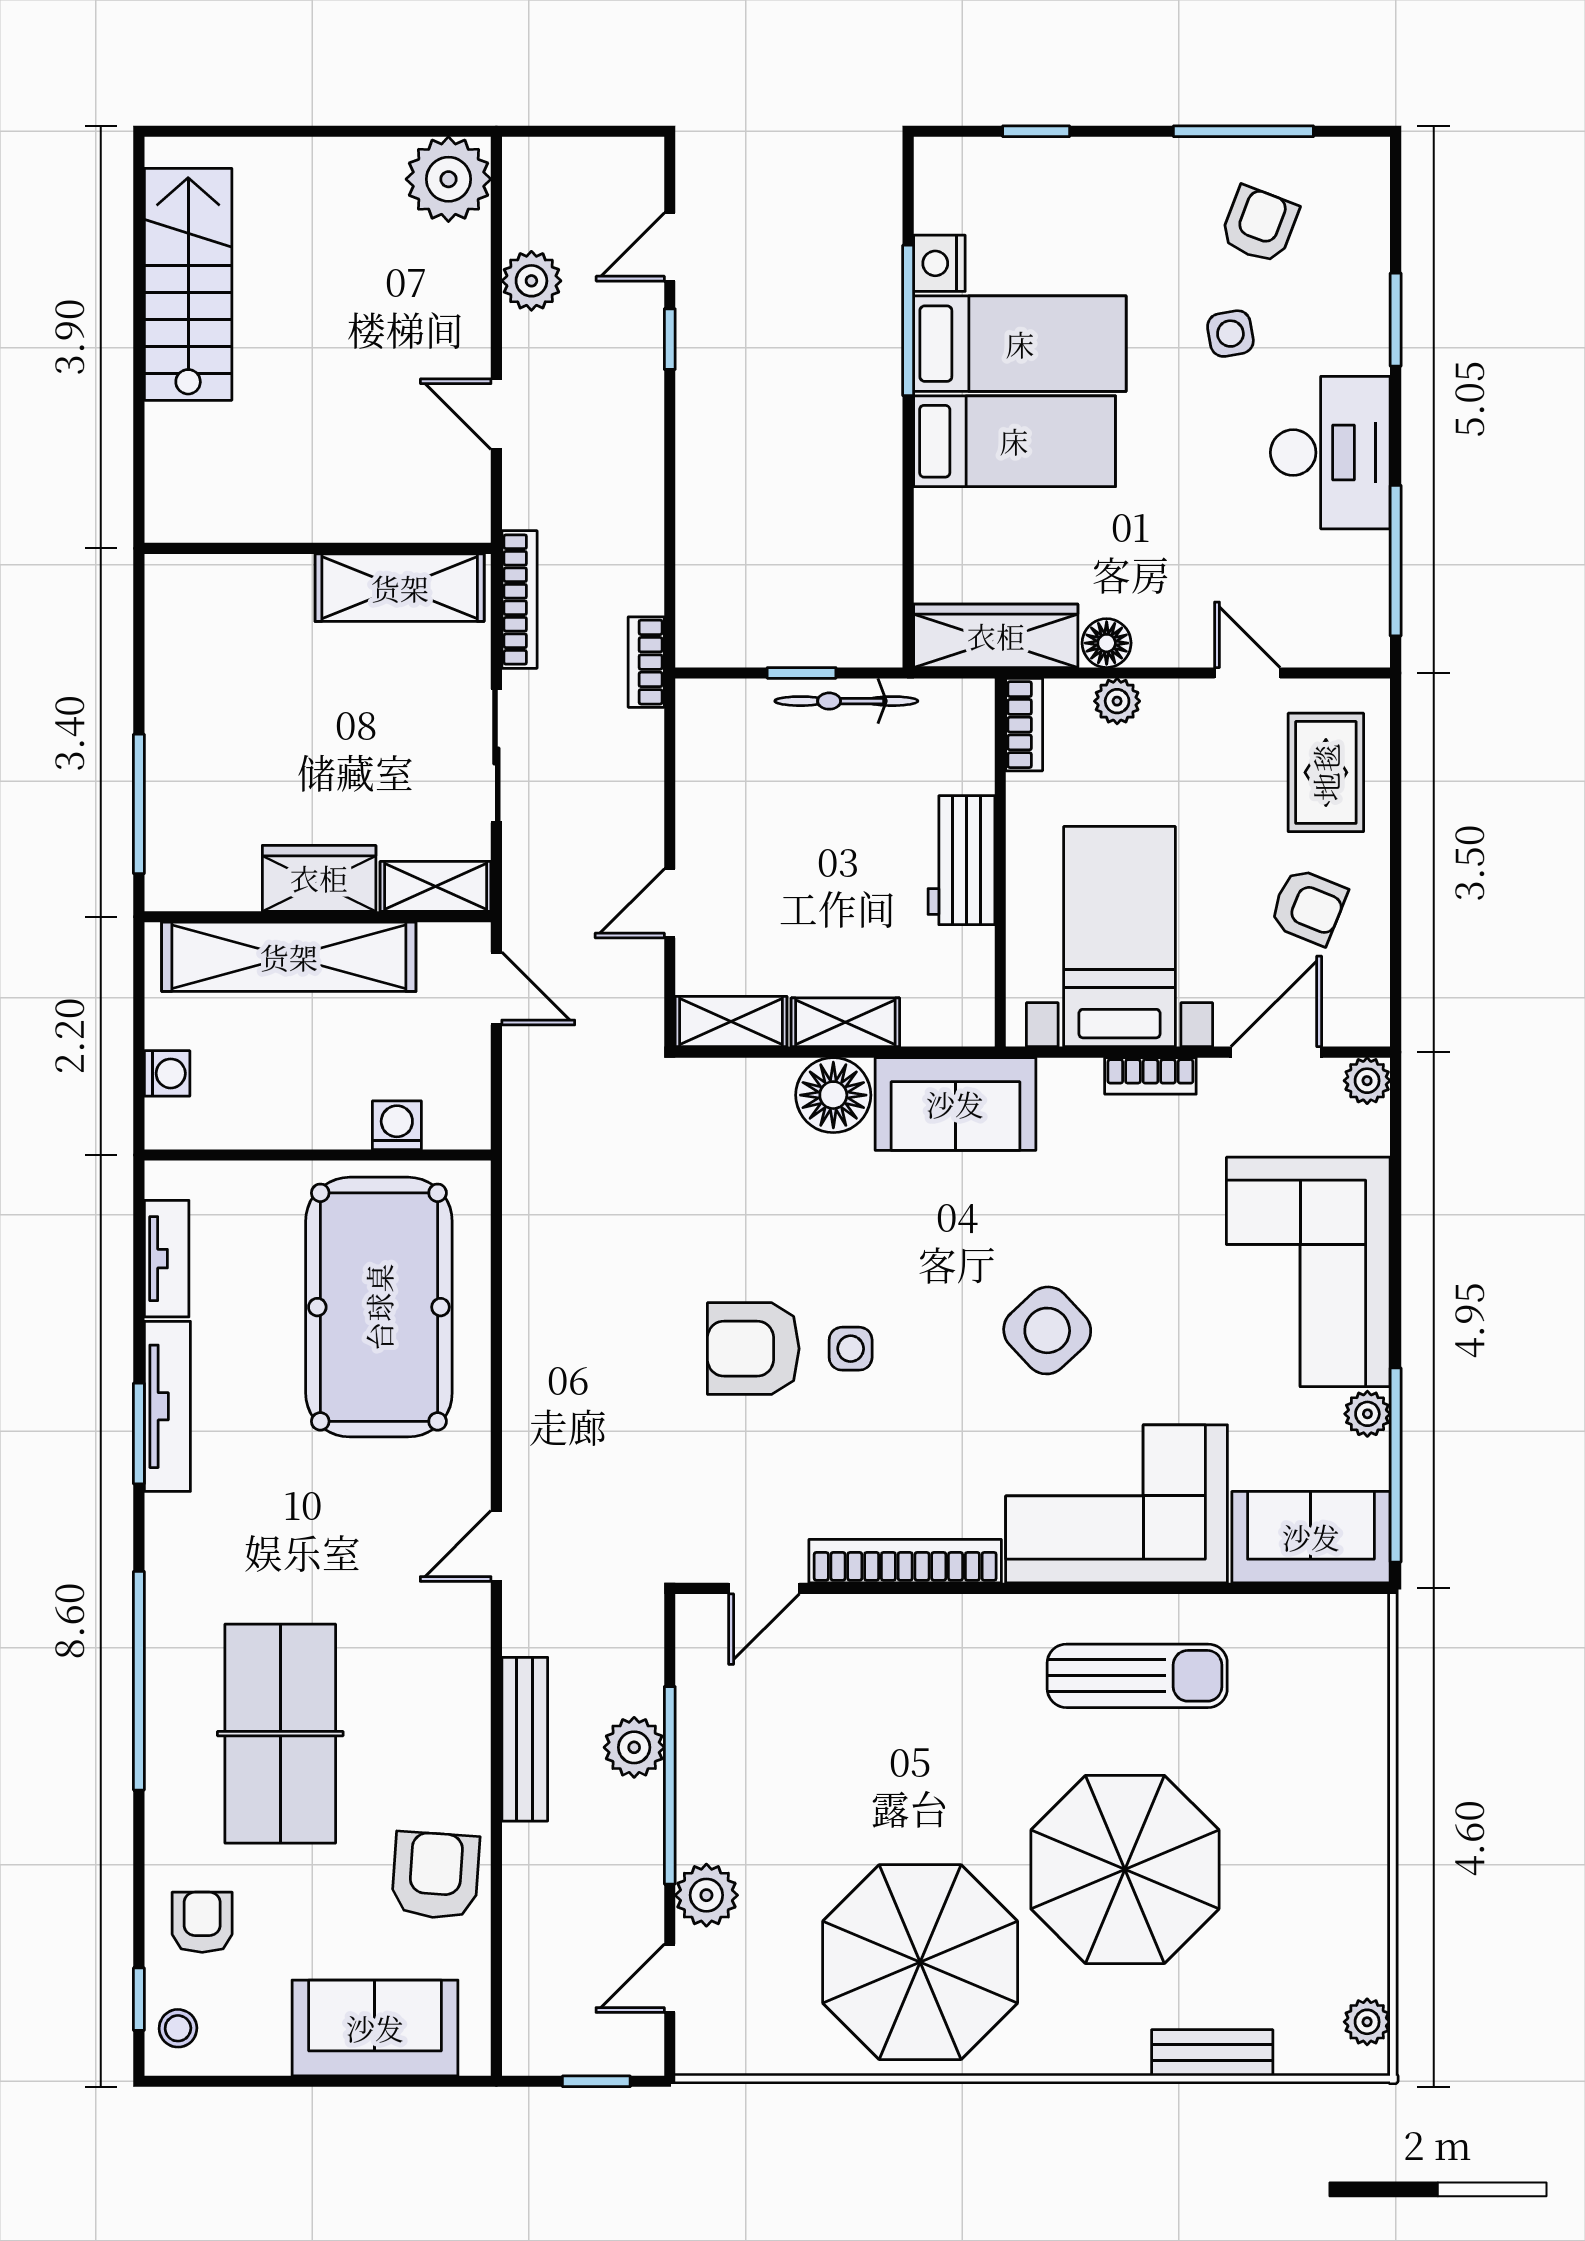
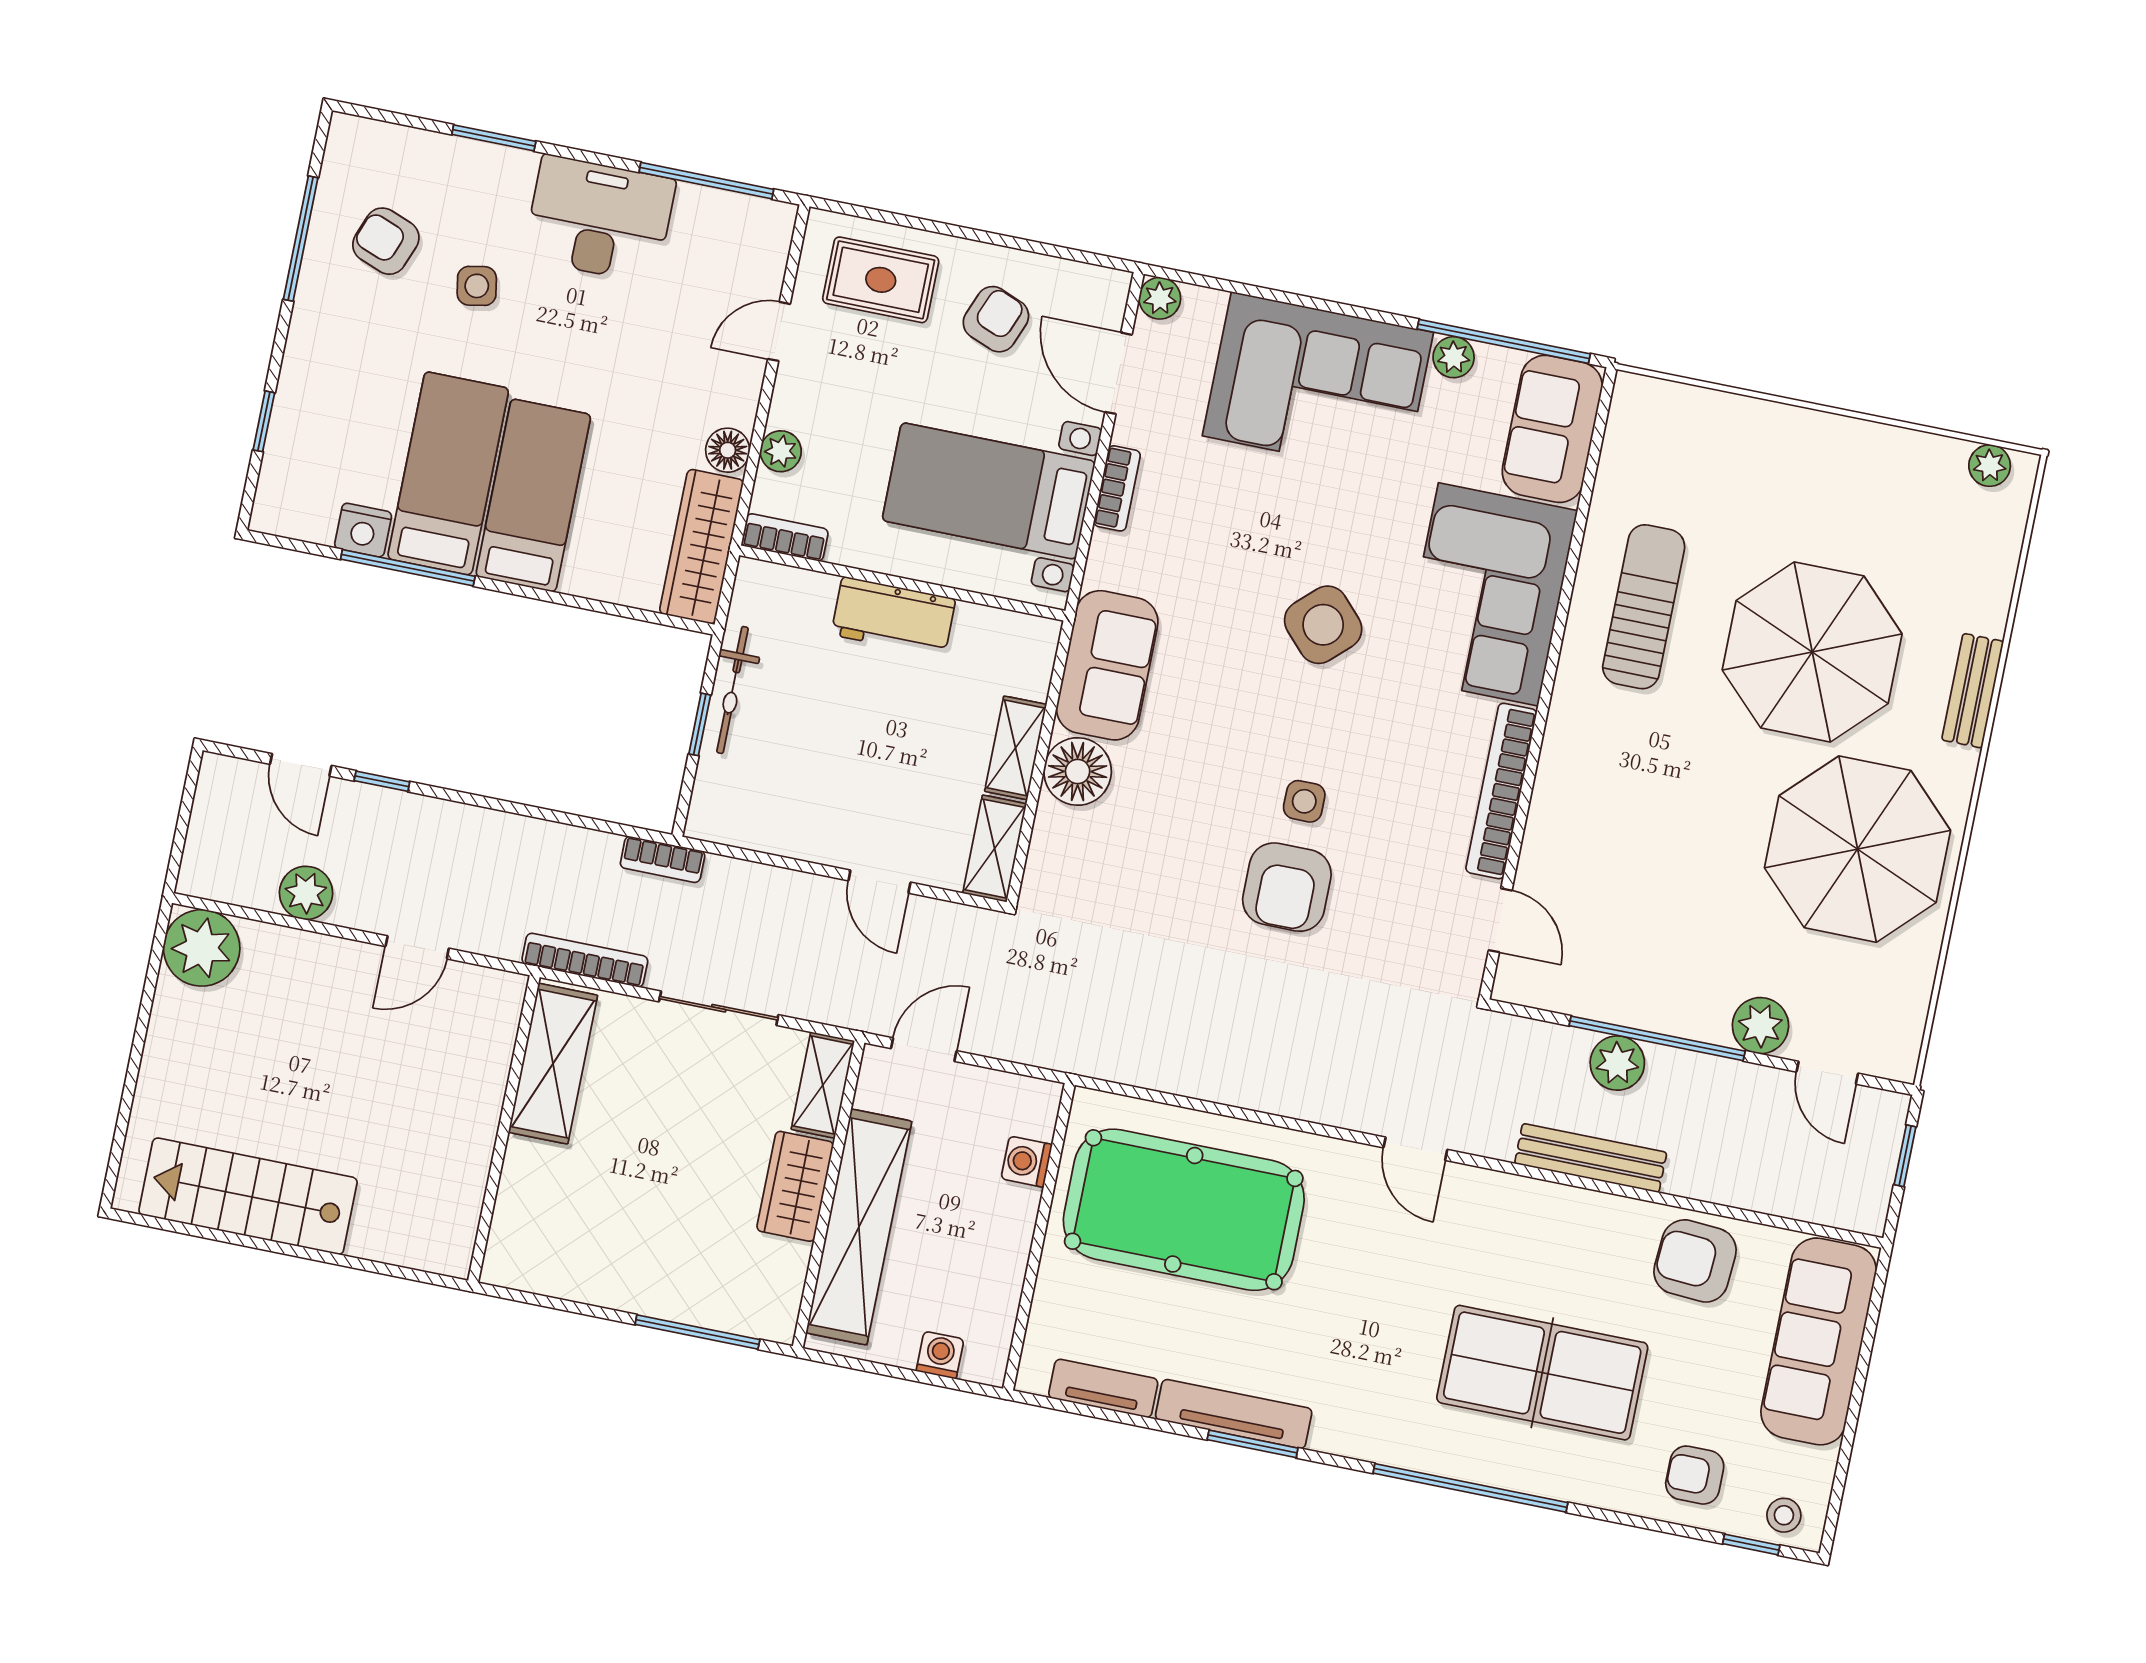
sofa: (375, 2028) -> (1819, 1341), width x1.36
bench: (1212, 2053) -> (1973, 691), moved

